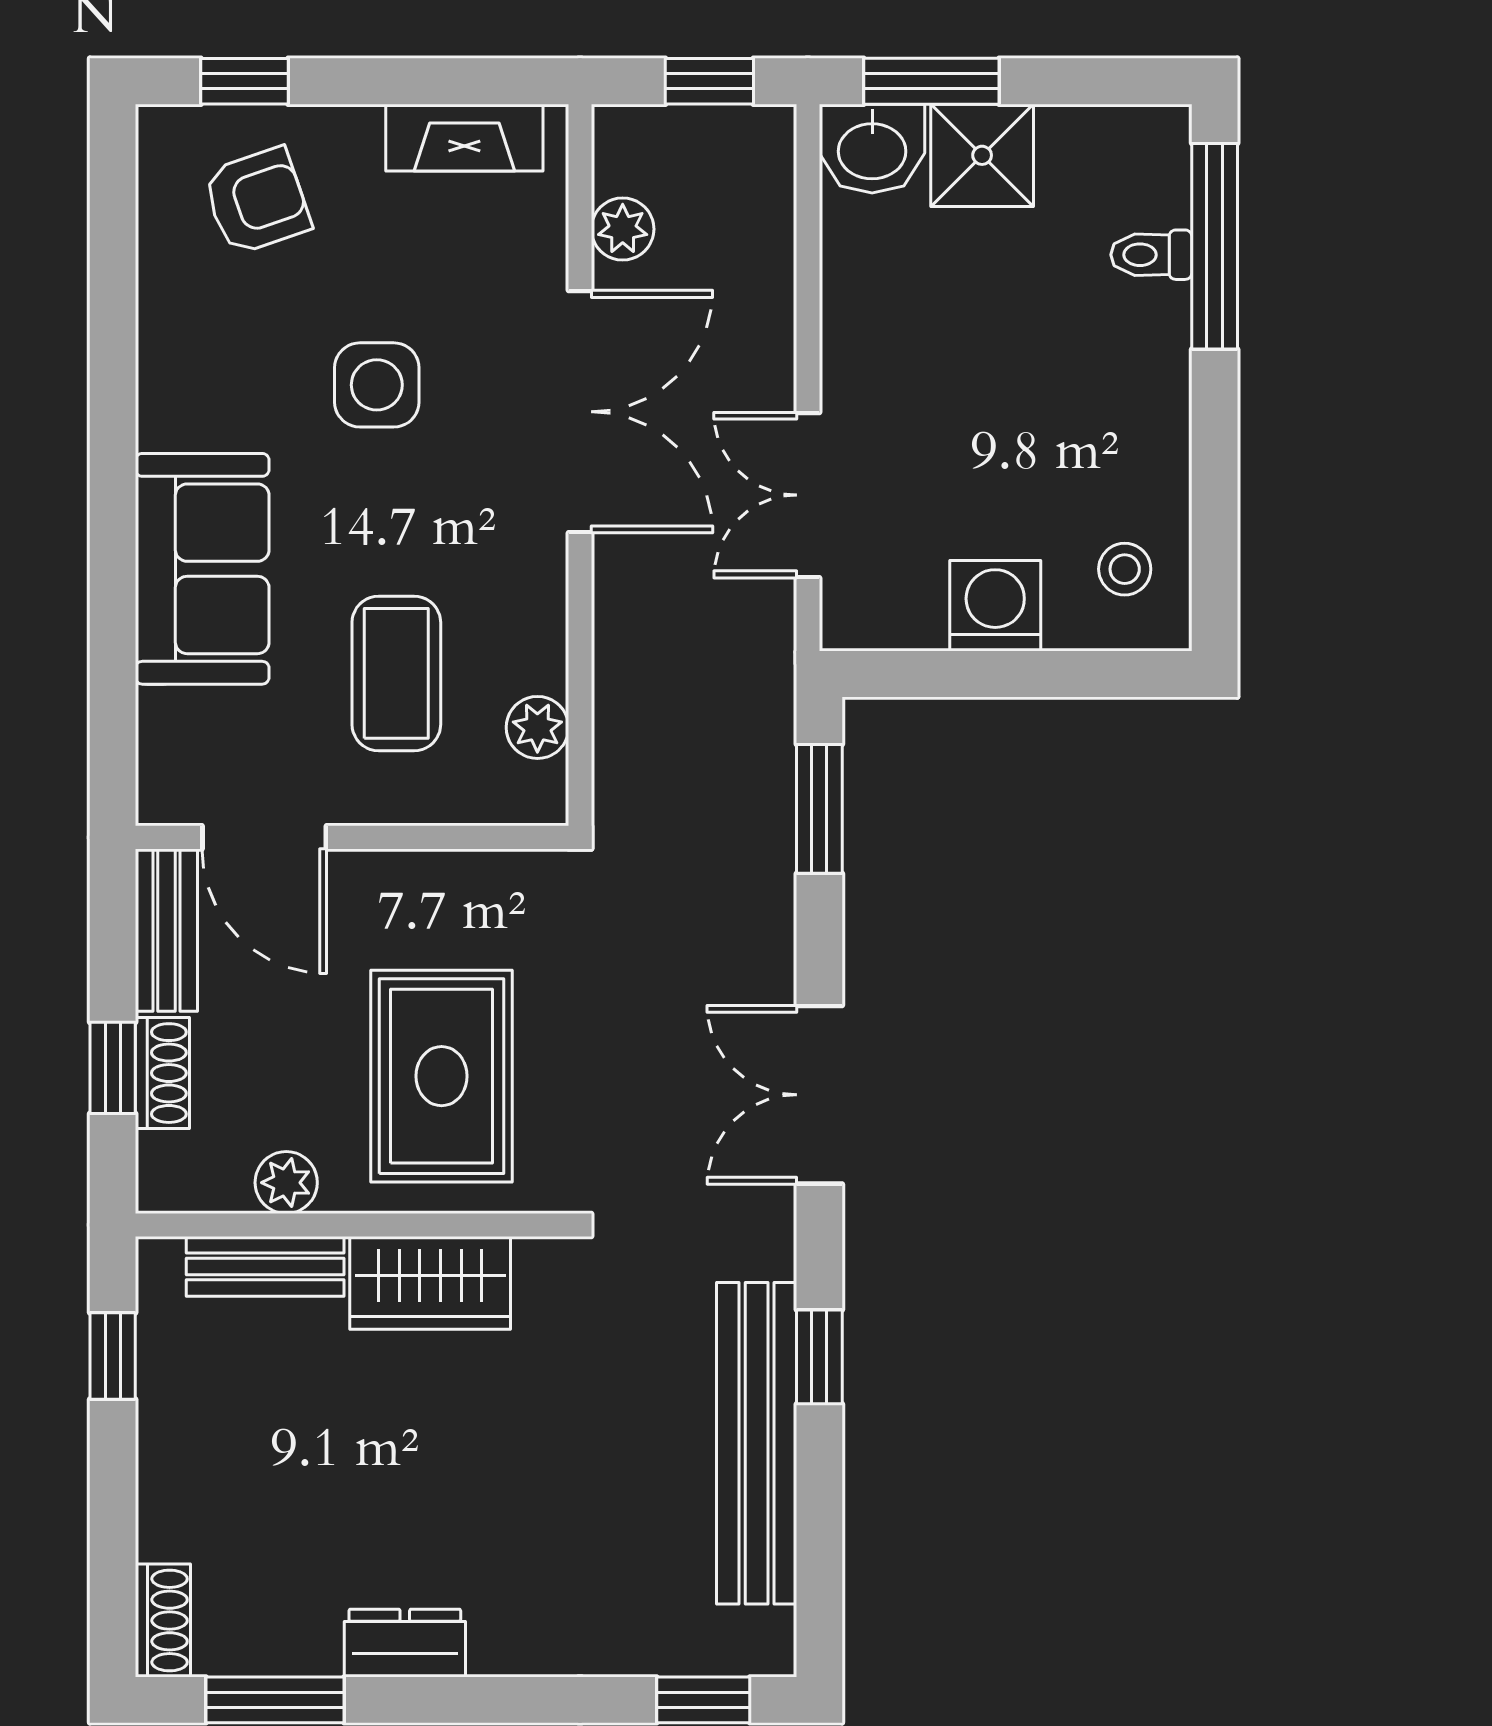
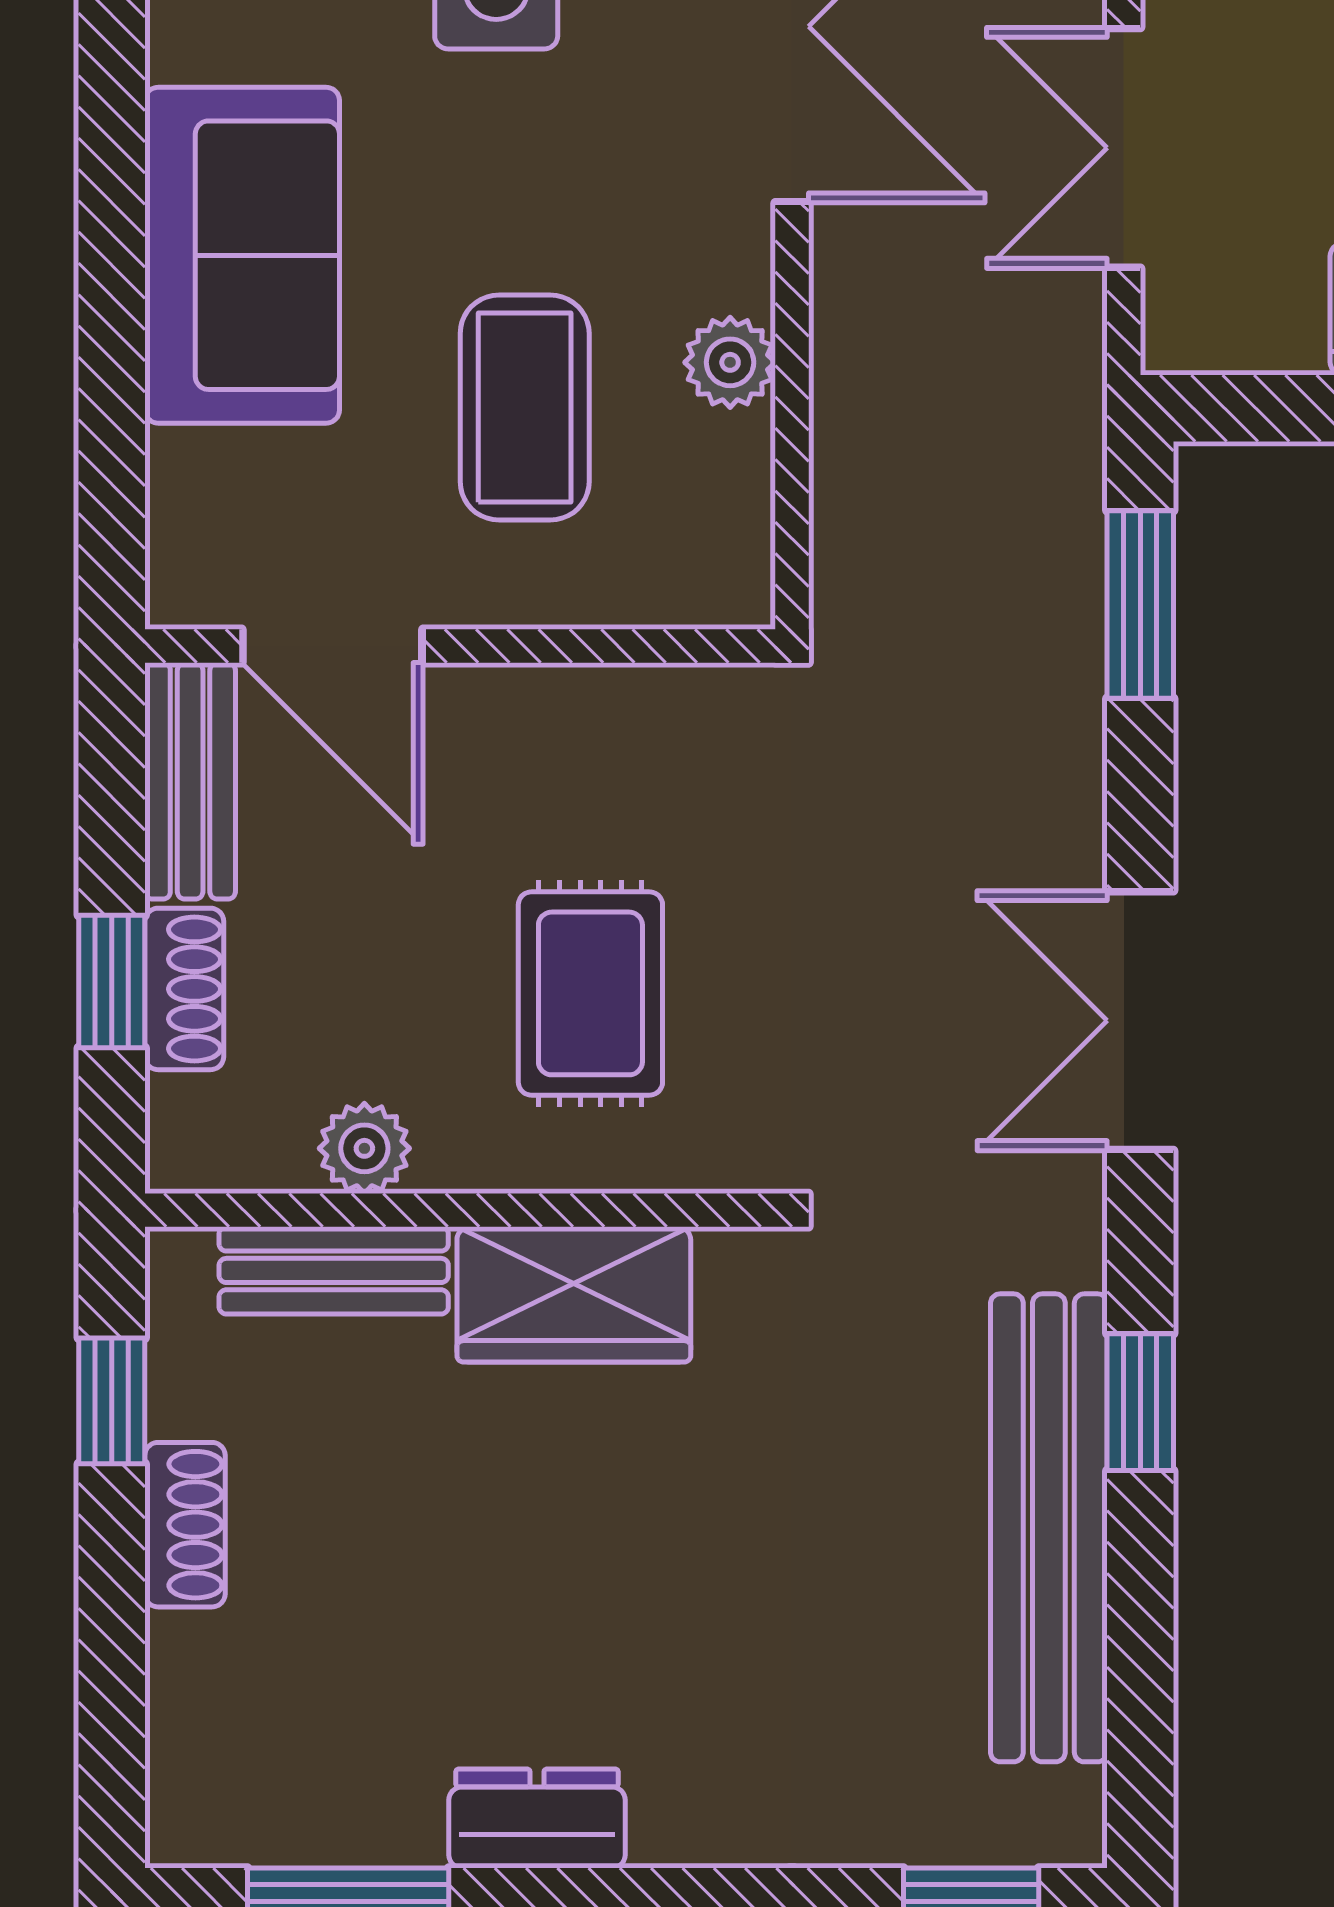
plant: (537, 727) -> (730, 362), moved
rug: (442, 1076) -> (590, 993), width x0.73, depth x0.70
shoe rack: (163, 1621) -> (185, 1525), moved

